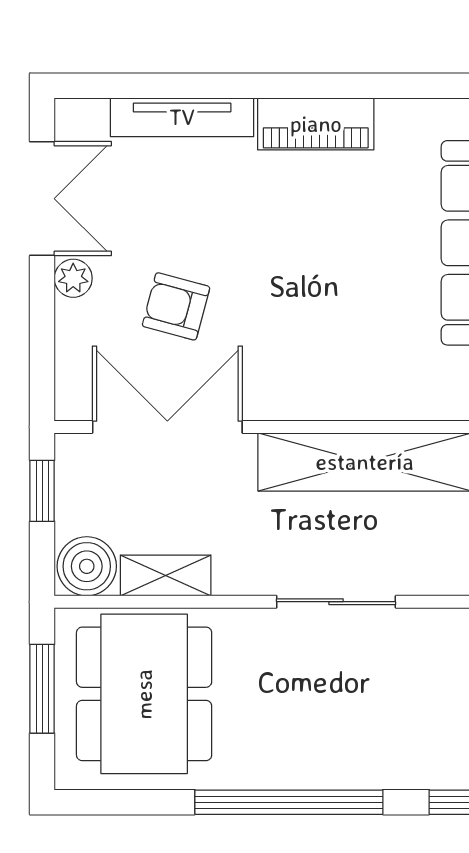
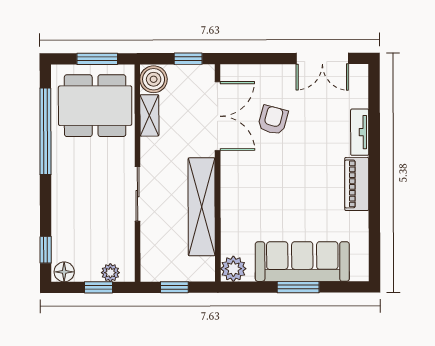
tv unit: (182, 117) -> (360, 132), width x0.71
plant: (73, 278) -> (286, 73), removed
window: (289, 802) -> (45, 131), moved

